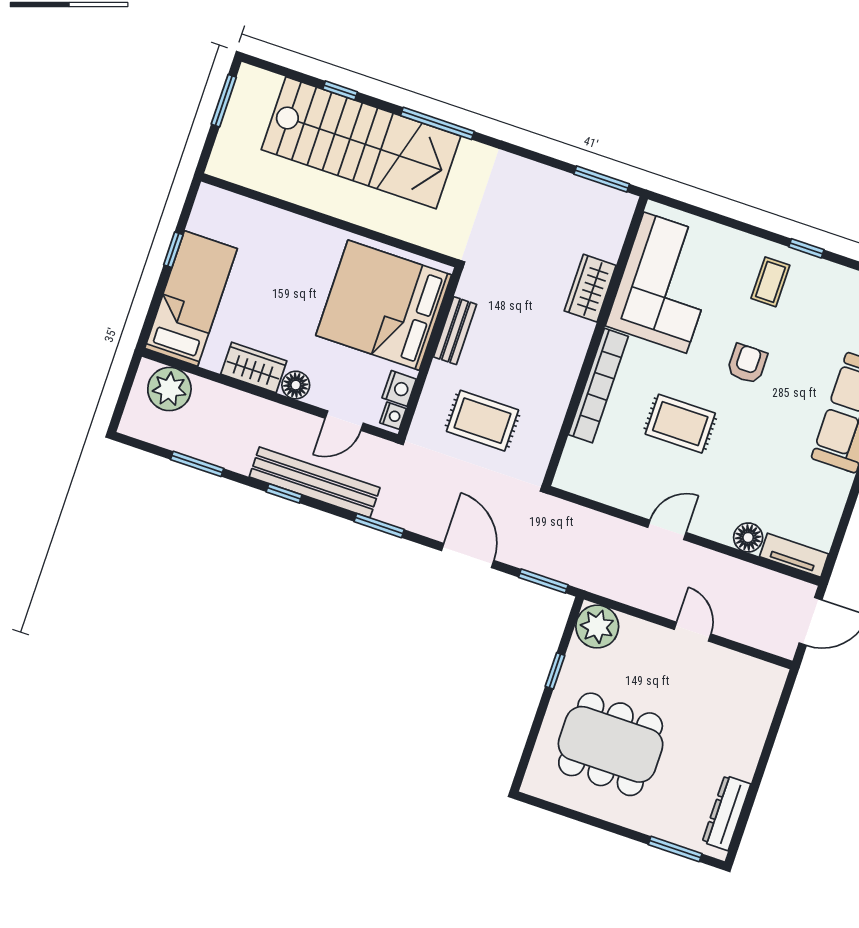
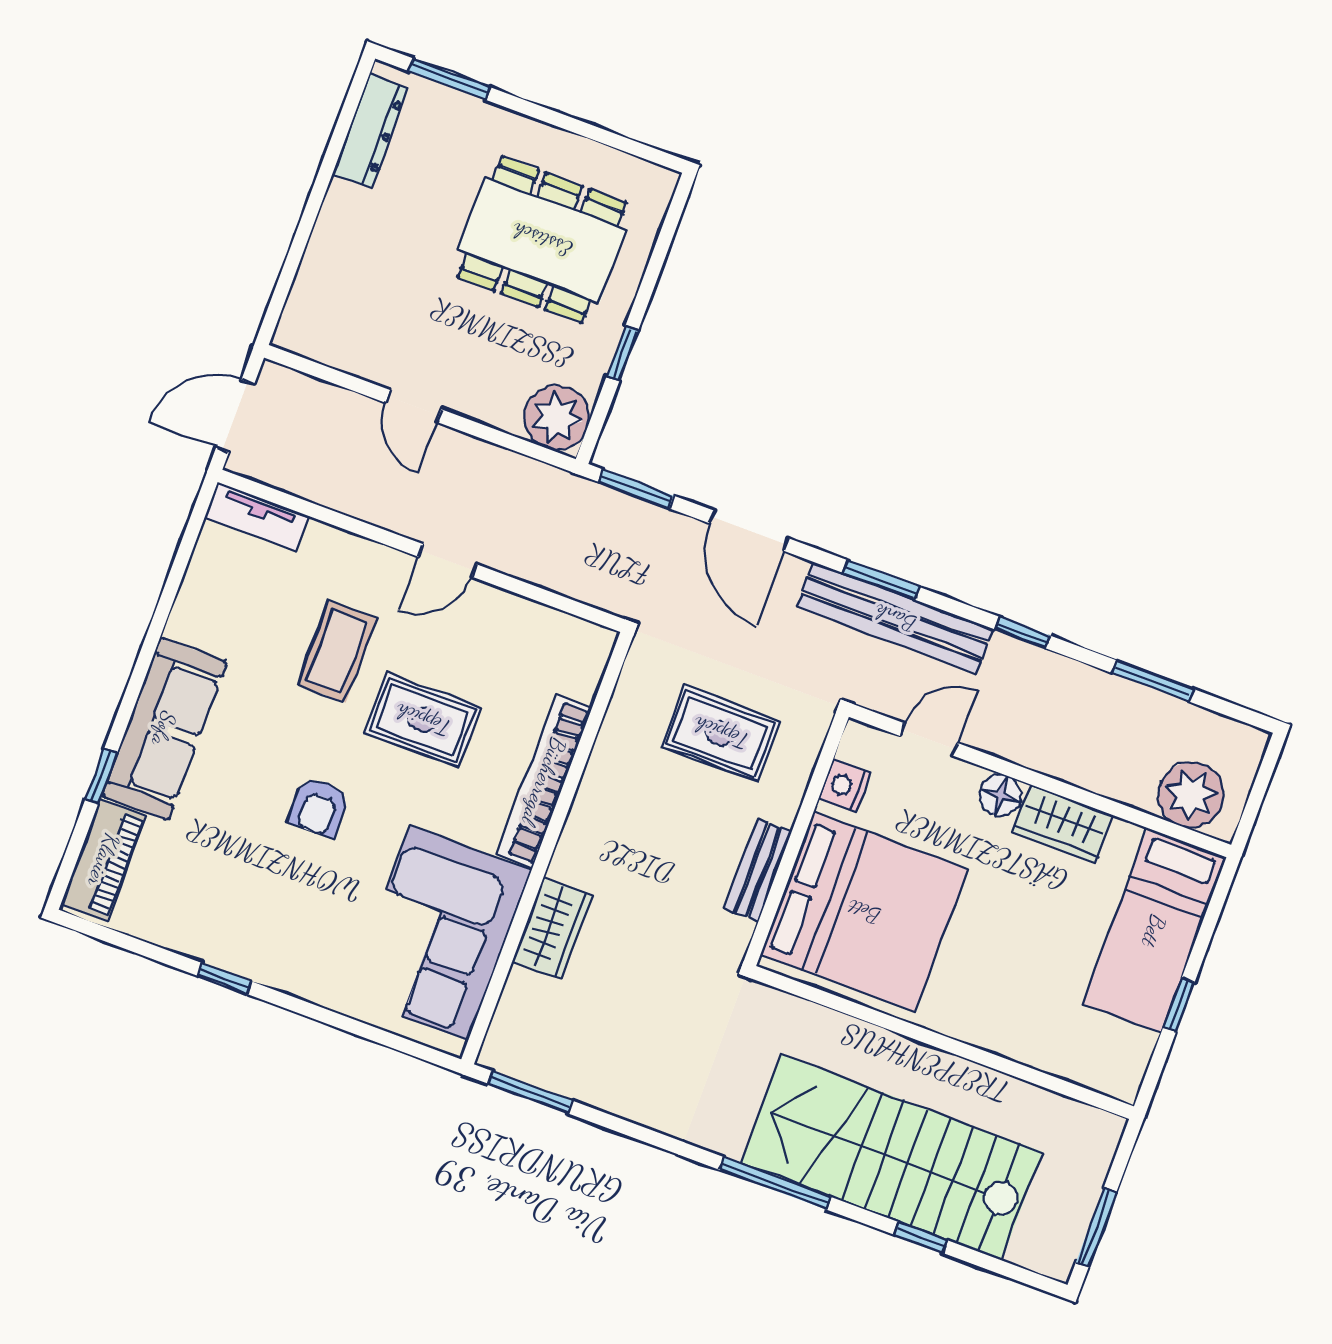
coffee table: (770, 282) -> (337, 651), moved, width x1.36, depth x1.30
nightstand: (393, 416) -> (855, 745), removed
bench: (315, 482) -> (895, 618), moved
floor lamp: (748, 537) -> (325, 545), removed

